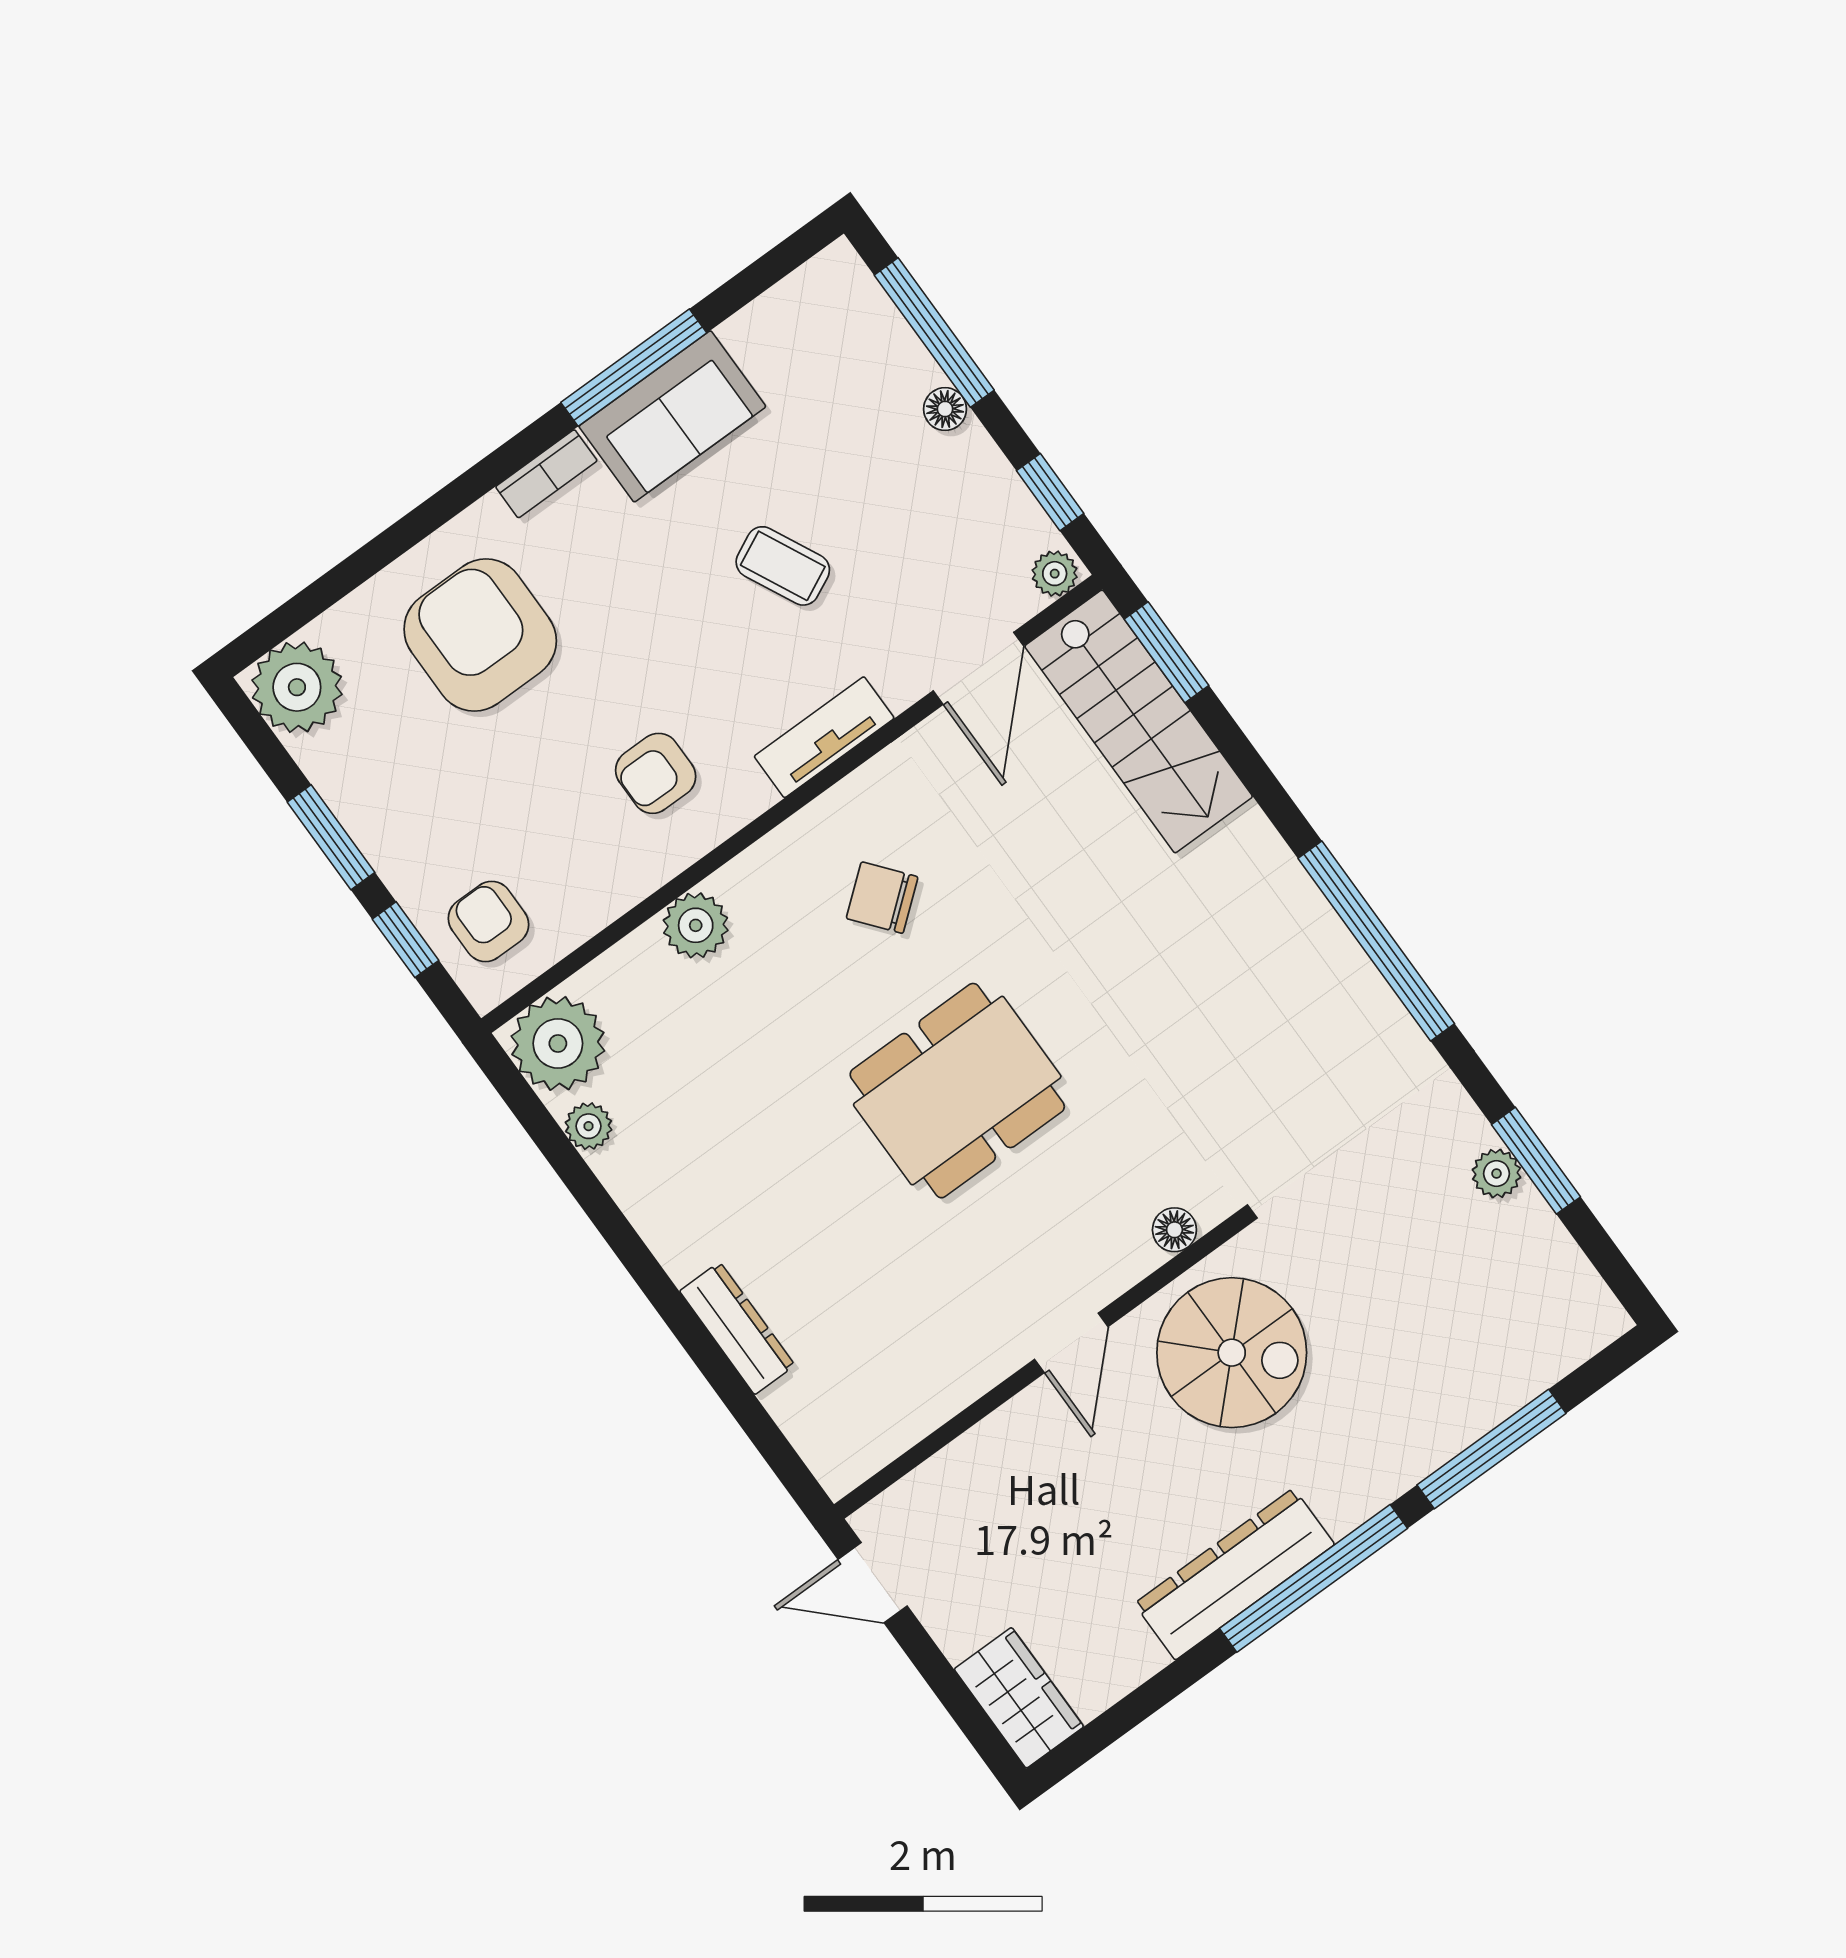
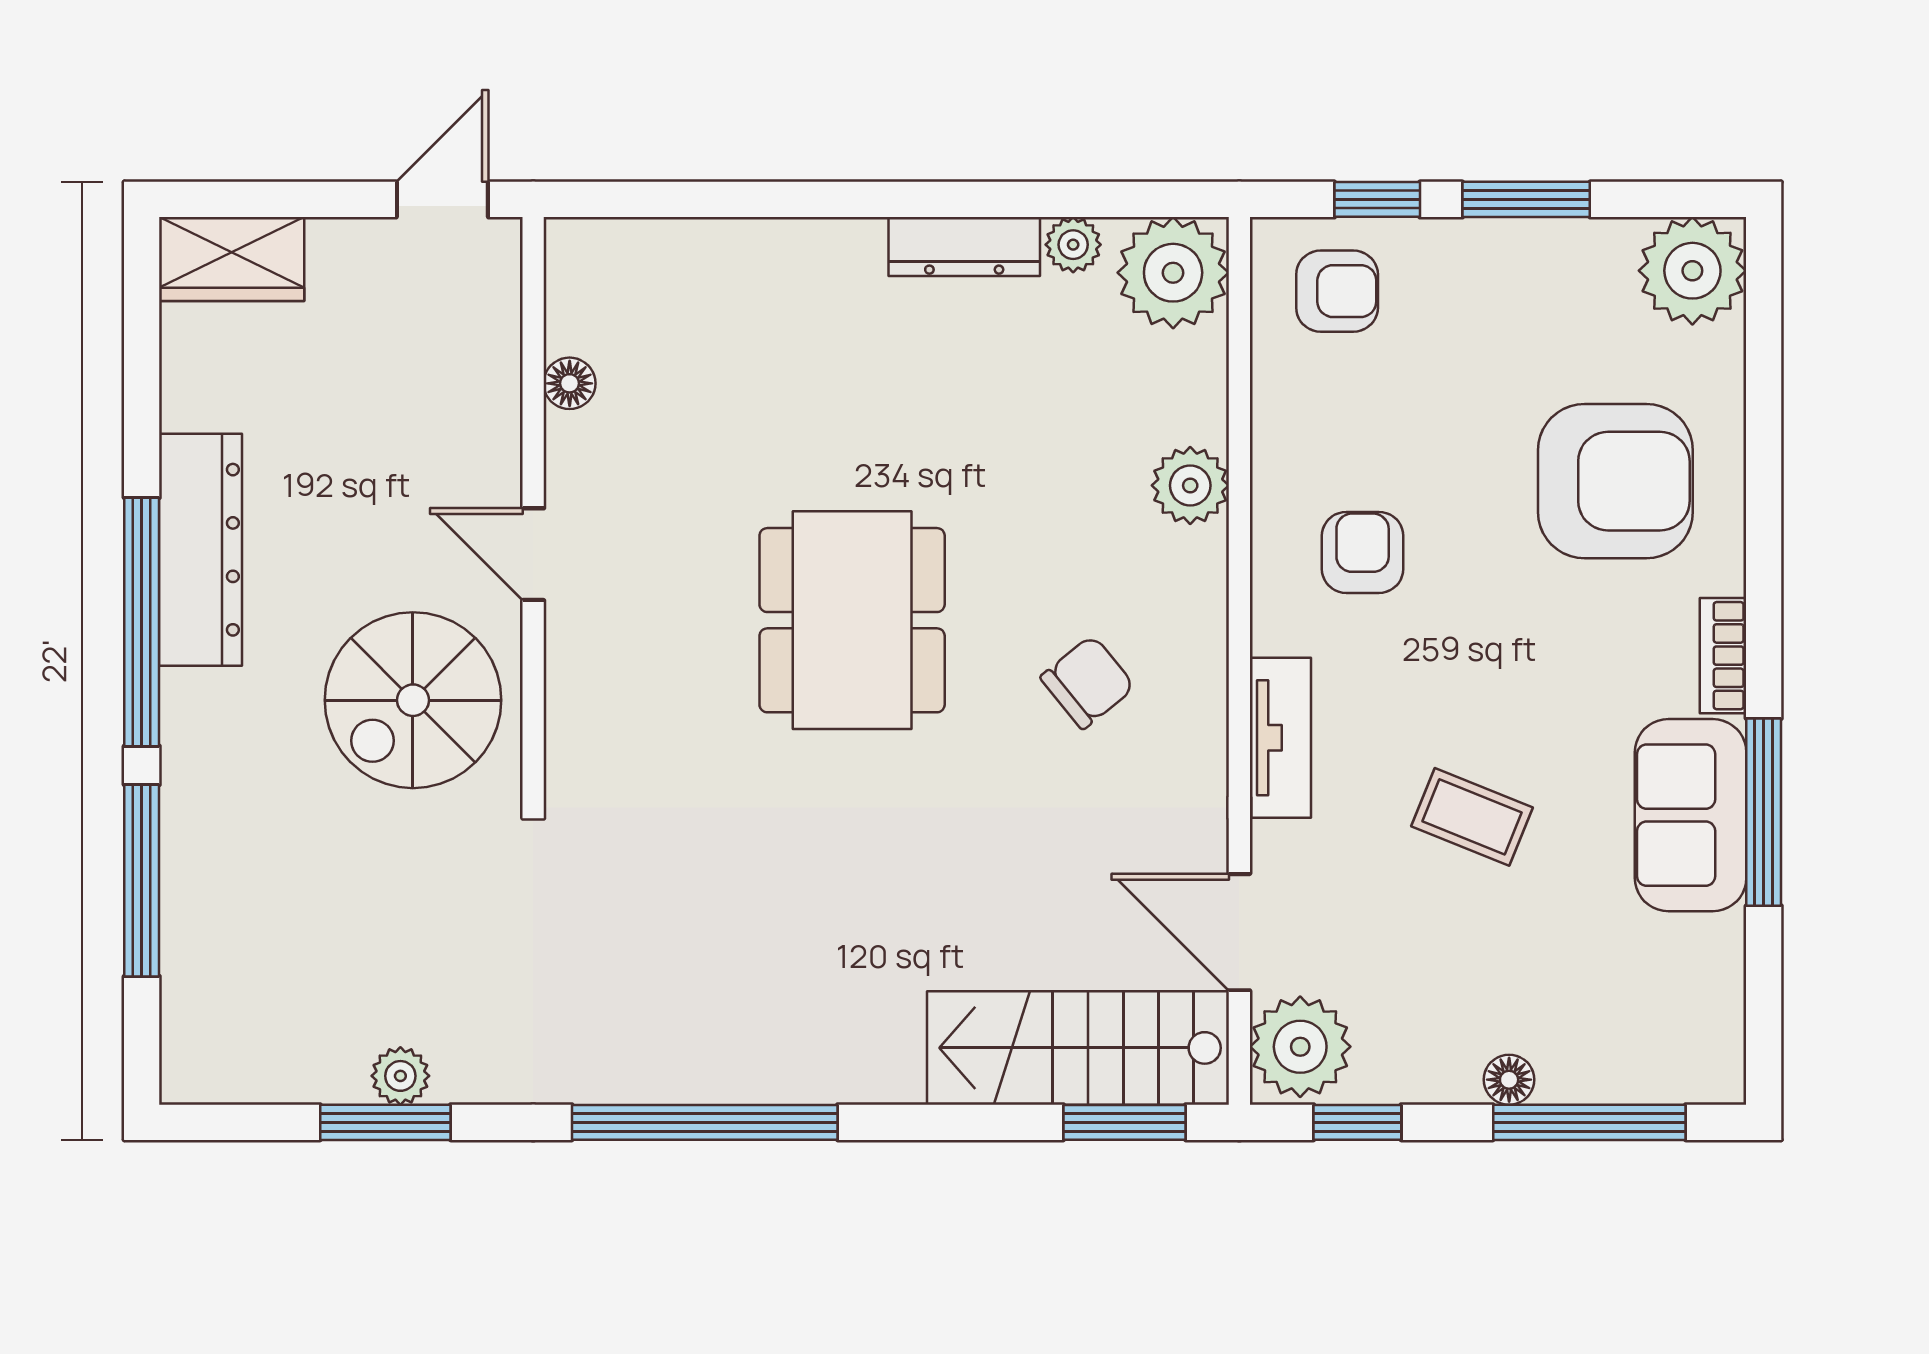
coffee table: (783, 566) -> (1472, 817), turned 48
plant: (1055, 574) -> (1300, 1047), width x1.88, depth x1.88
floor lamp: (1174, 1230) -> (570, 383), moved
dresser: (737, 1328) -> (964, 247), moved

